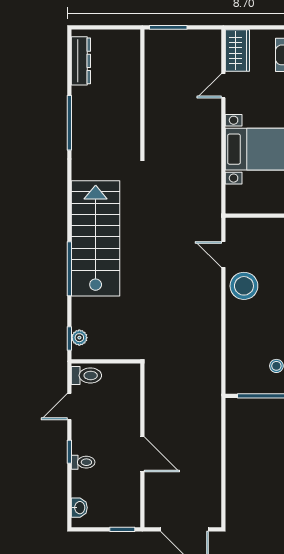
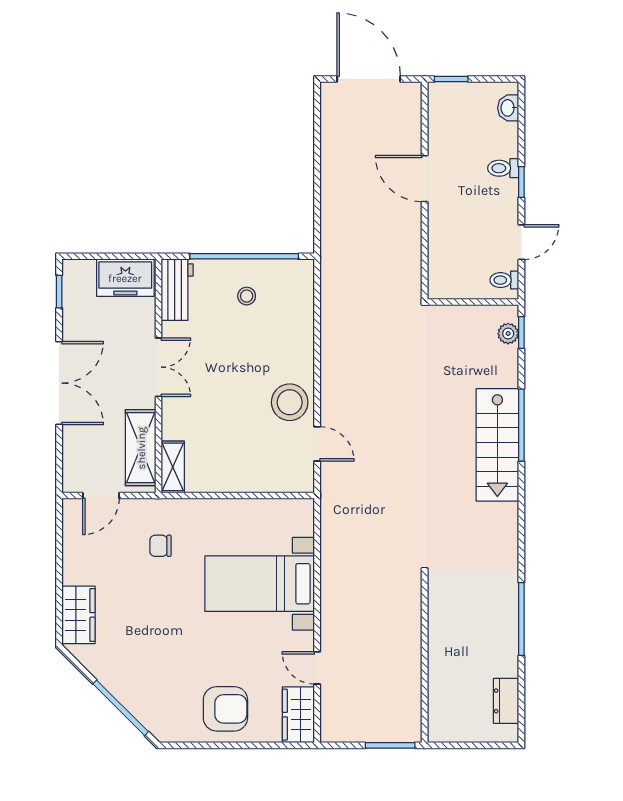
dresser: (81, 61) -> (506, 701), width x0.70
door: (223, 86) -> (317, 668), swing flipped
stairs: (96, 238) -> (497, 445), width x0.73, depth x0.66
toilet: (86, 375) -> (504, 280), width x0.73, depth x0.72

